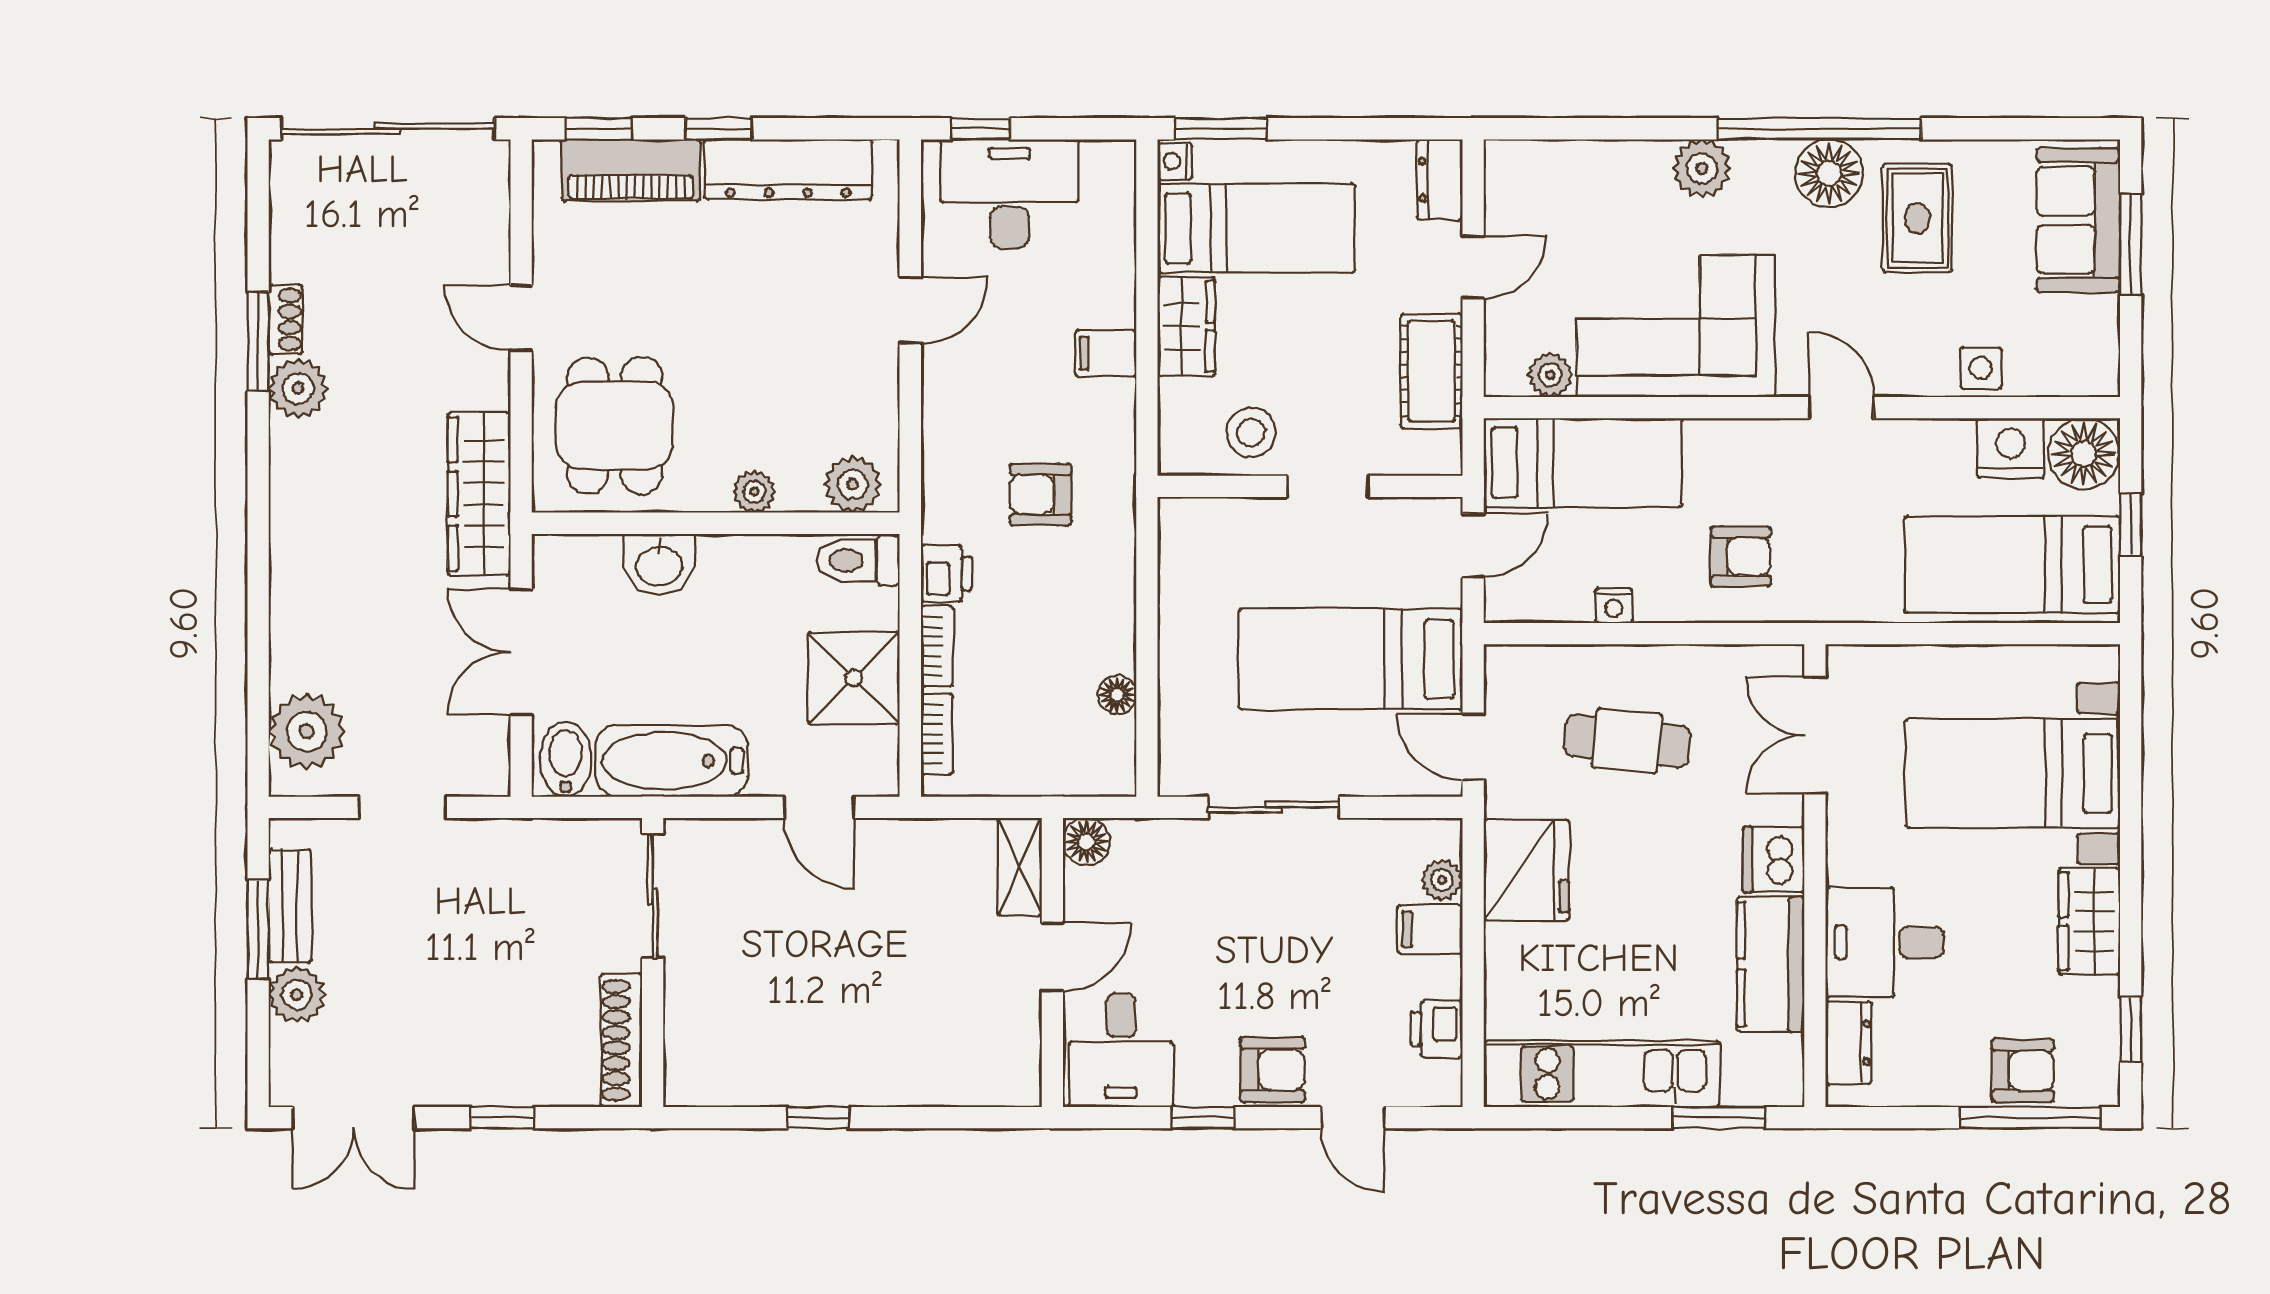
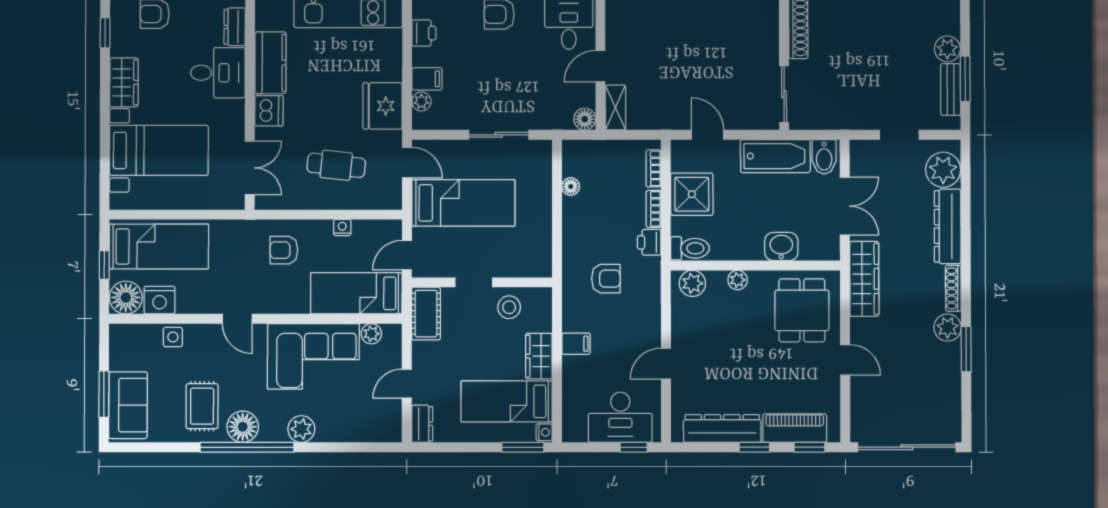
shoe rack: (285, 320) -> (953, 288), moved, width x1.43
cot: (1431, 371) -> (426, 314), moved
dresser: (297, 608) -> (948, 226), added

